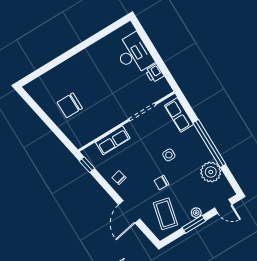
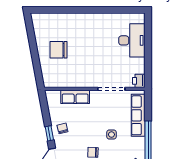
printer: (154, 73) -> (139, 81), moved
row of seats: (179, 115) -> (138, 115), width x1.48
window: (87, 165) -> (49, 133), moved

